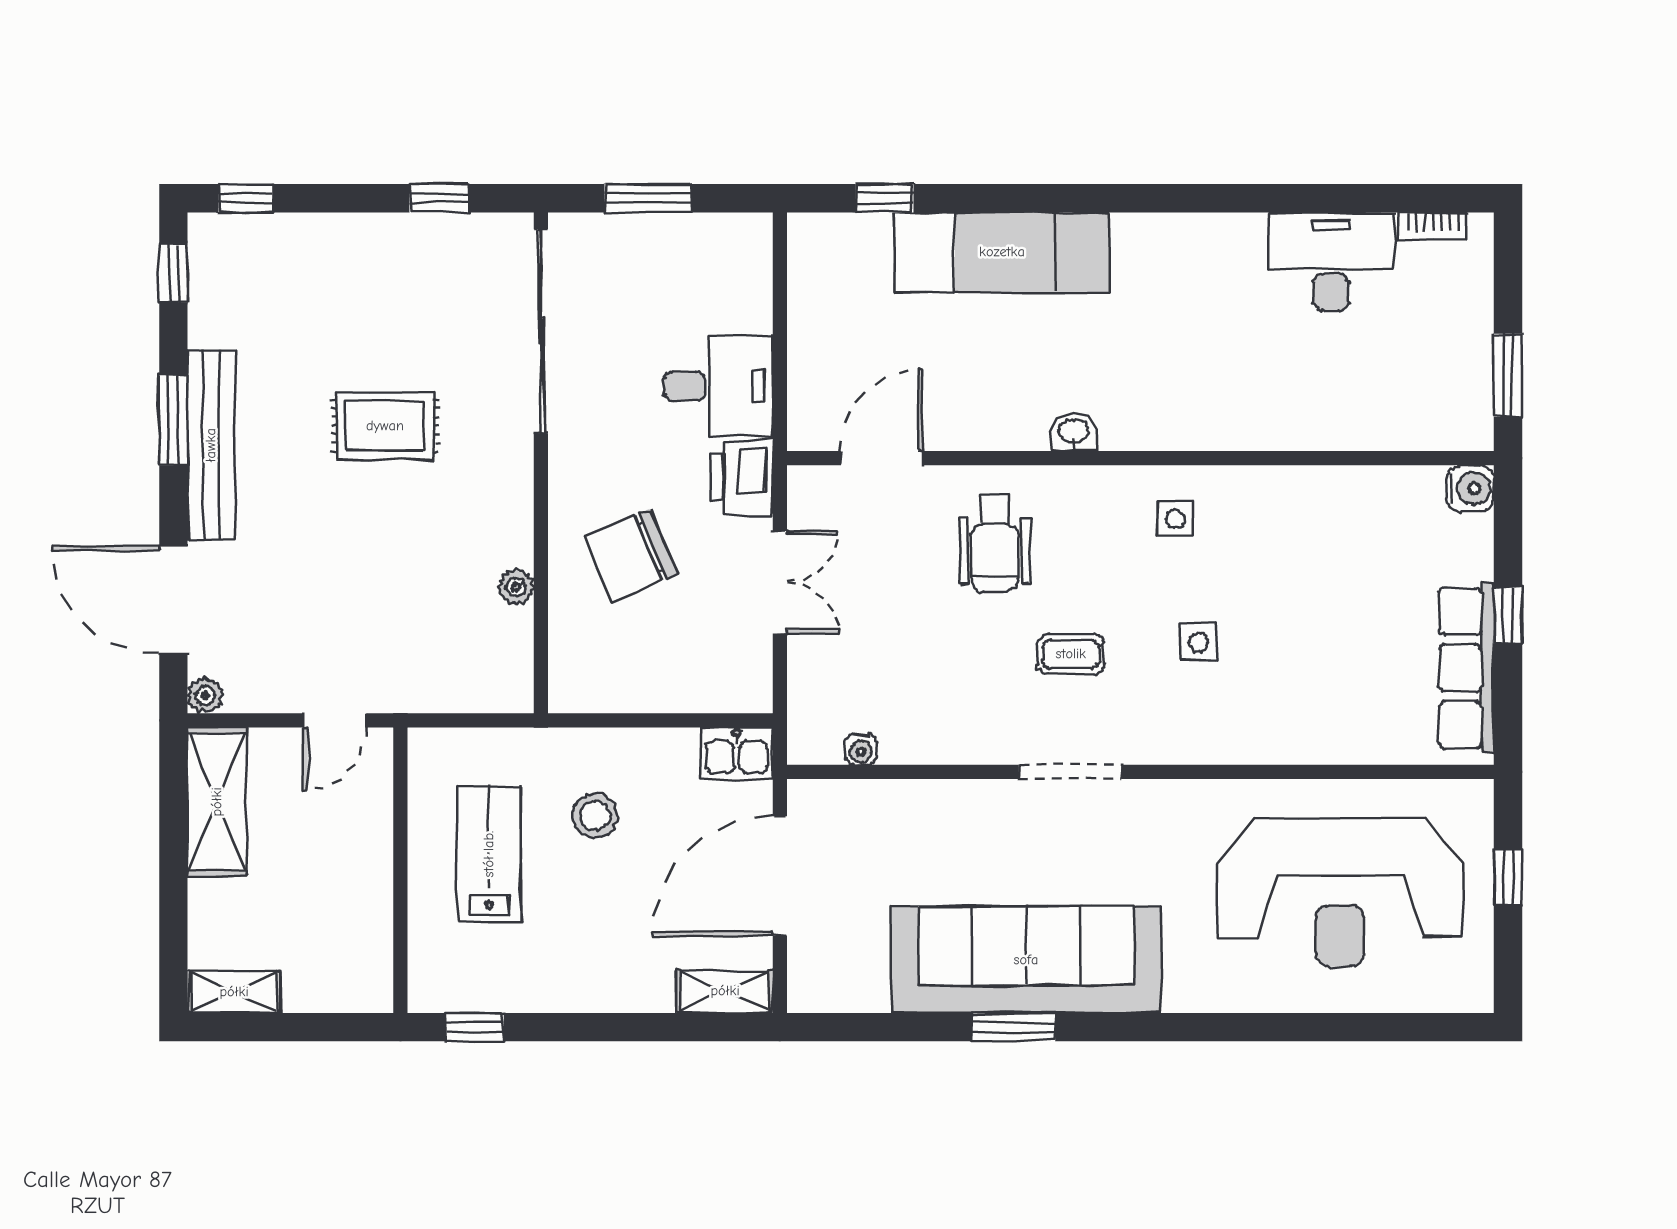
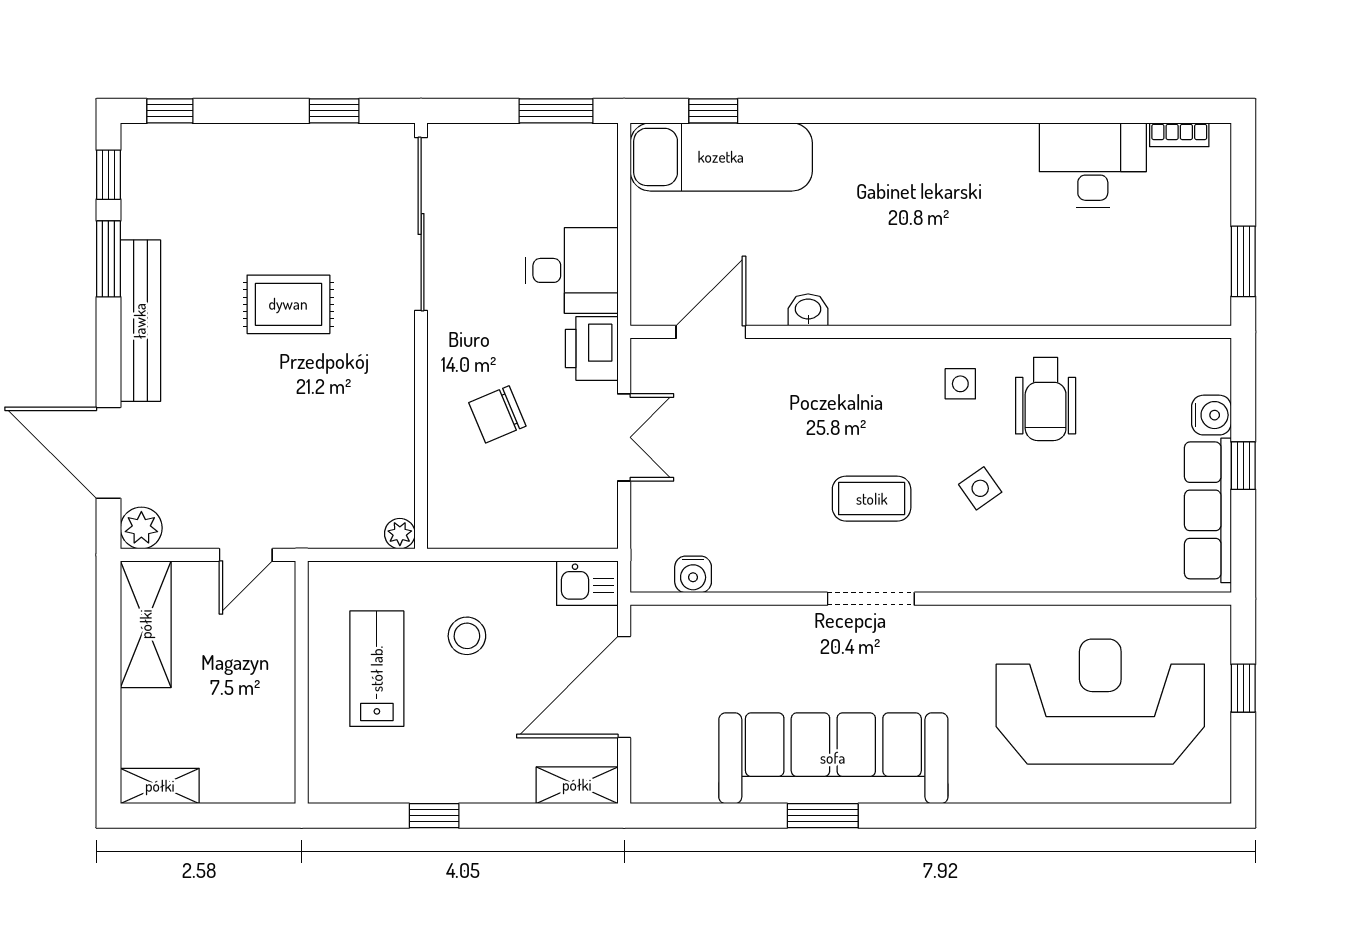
window: (648, 198) -> (556, 111), moved
exam couch: (1002, 252) -> (721, 157), moved
window: (173, 420) -> (108, 259), moved
washbasin: (1074, 432) -> (808, 310), moved
water cooler: (1471, 489) -> (1211, 415), moved
wheelchair: (995, 543) -> (1046, 399), moved
chair: (631, 555) -> (497, 414), width x0.73, depth x0.73
plant: (516, 587) -> (400, 534), moved
side table: (1199, 642) -> (980, 488), turned -35
coffee table: (1071, 654) -> (872, 499), width x1.36, depth x1.30
plant: (205, 695) -> (141, 528), width x1.38, depth x1.38
water cooler: (861, 749) -> (693, 574), width x1.38, depth x1.38
reception desk: (1340, 893) -> (1100, 702), turned 180
window: (474, 1027) -> (434, 816), moved

